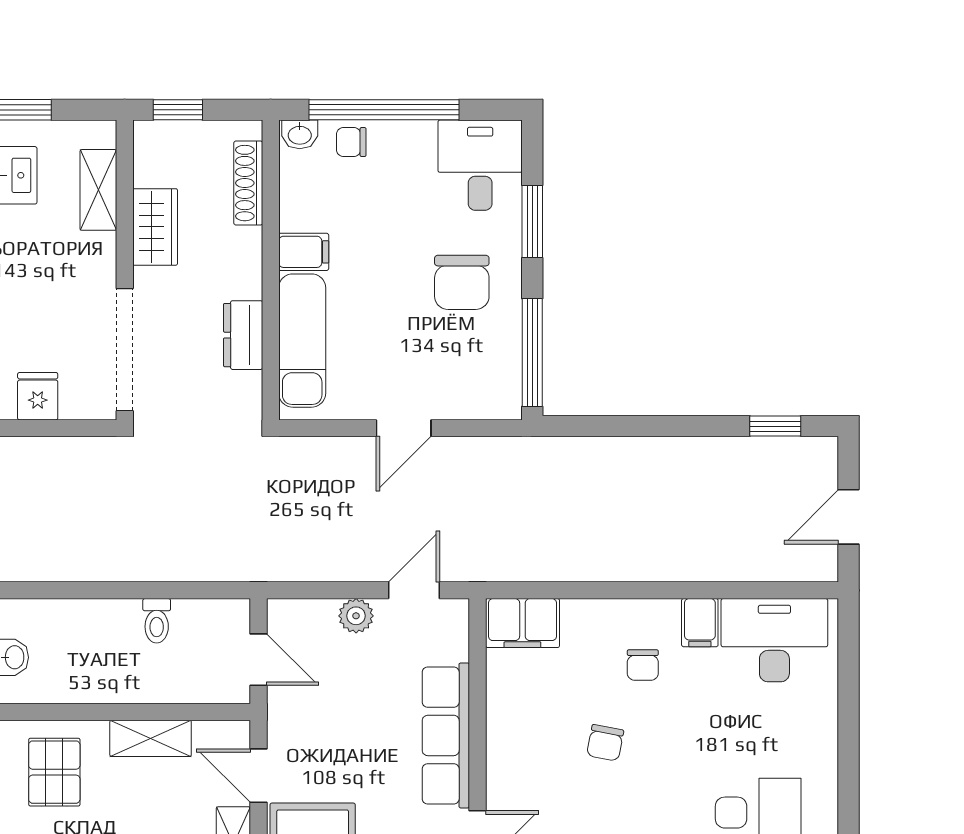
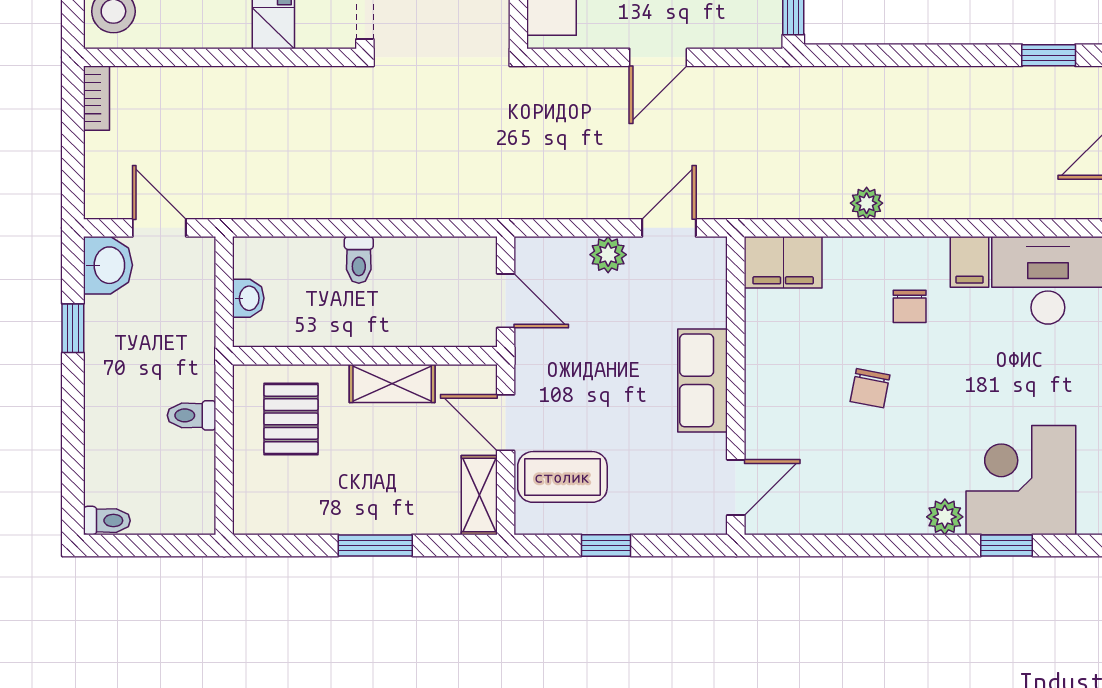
plant: (602, 567) -> (867, 203), added
toilet: (157, 621) -> (359, 260), moved
row of seats: (446, 735) -> (703, 380), width x0.68

